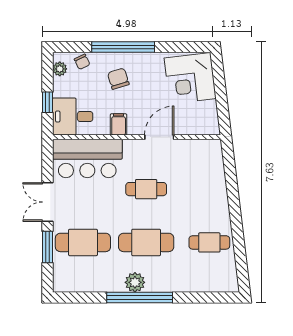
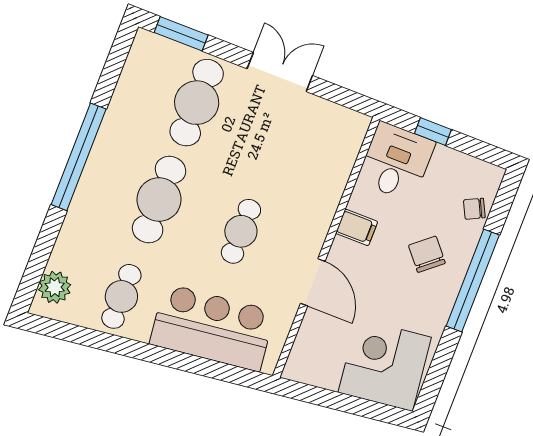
plant: (60, 69) -> (477, 170), removed
chair: (118, 79) -> (427, 254), turned -113
bar counter: (87, 159) -> (212, 328), moved, turned 83
window: (47, 247) -> (181, 34), moved
plant: (135, 282) -> (55, 287), moved

